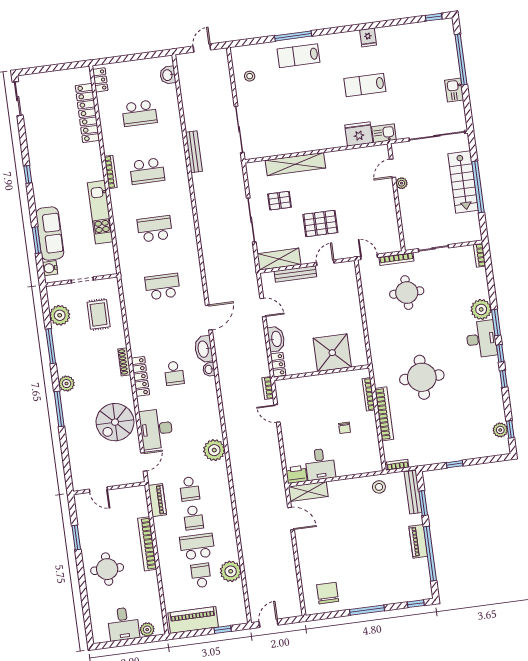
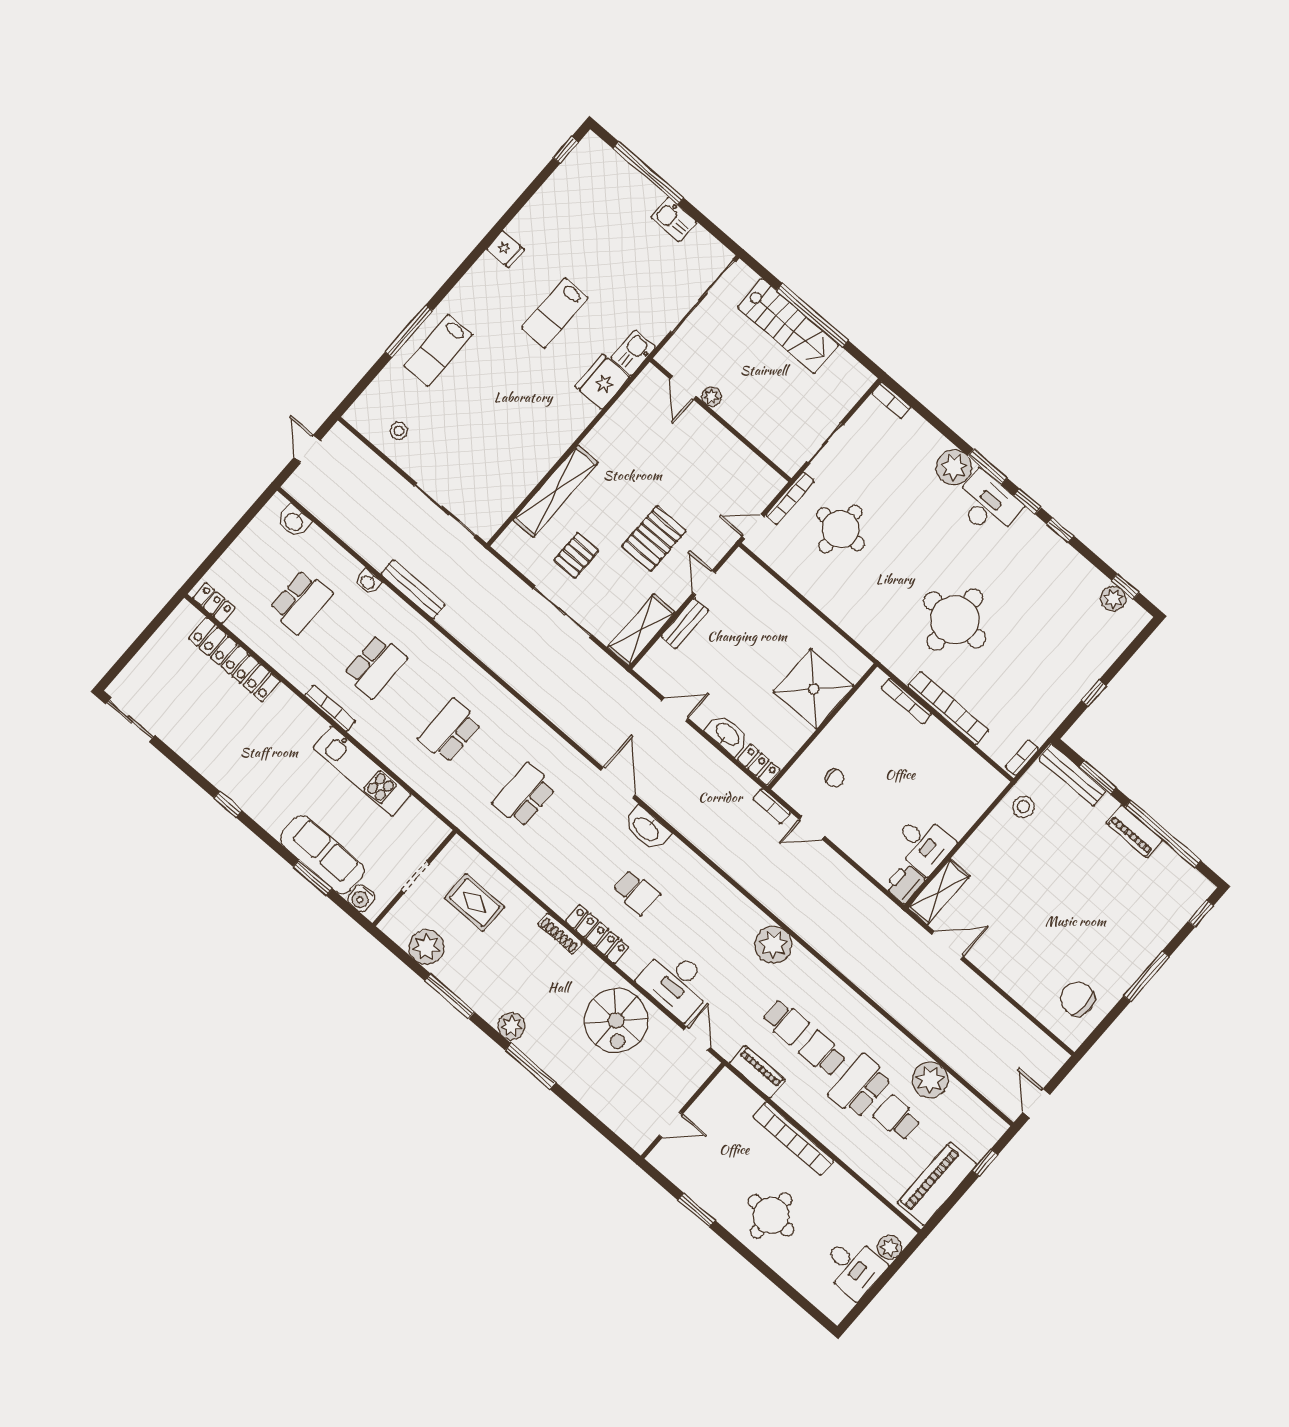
bench: (295, 274) -> (685, 623), width x0.73
washbasin: (209, 369) -> (368, 582), moved
chair: (345, 428) -> (835, 778), moved
school desk: (193, 518) -> (823, 1054), turned 180

